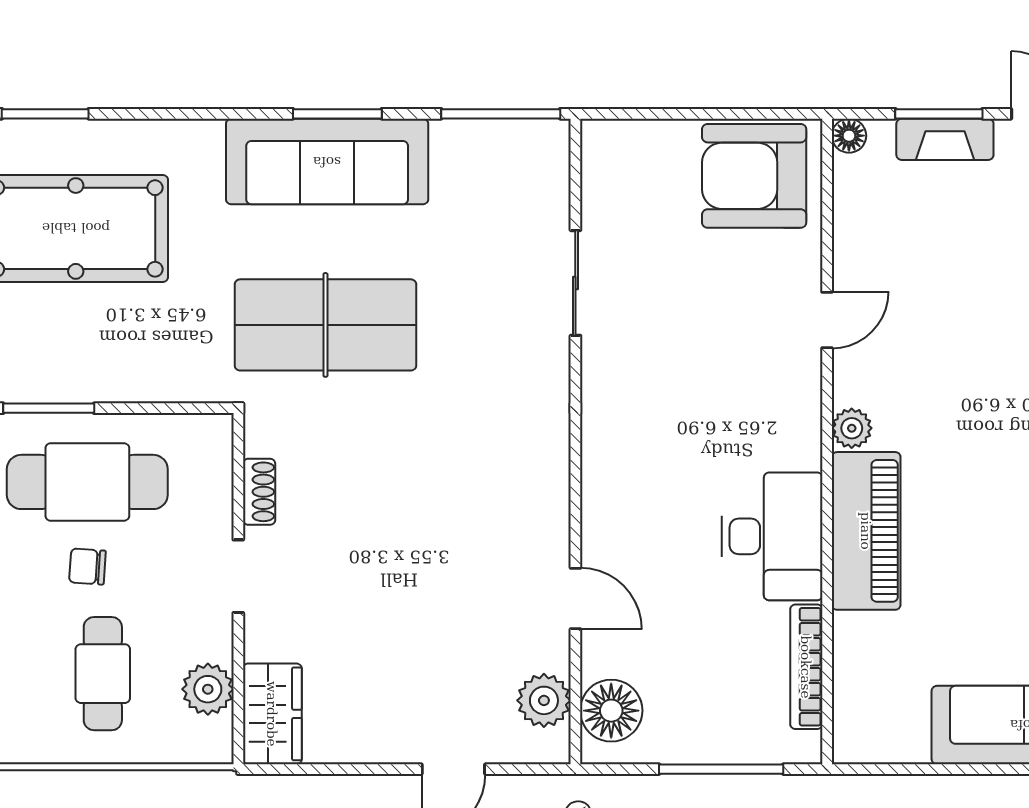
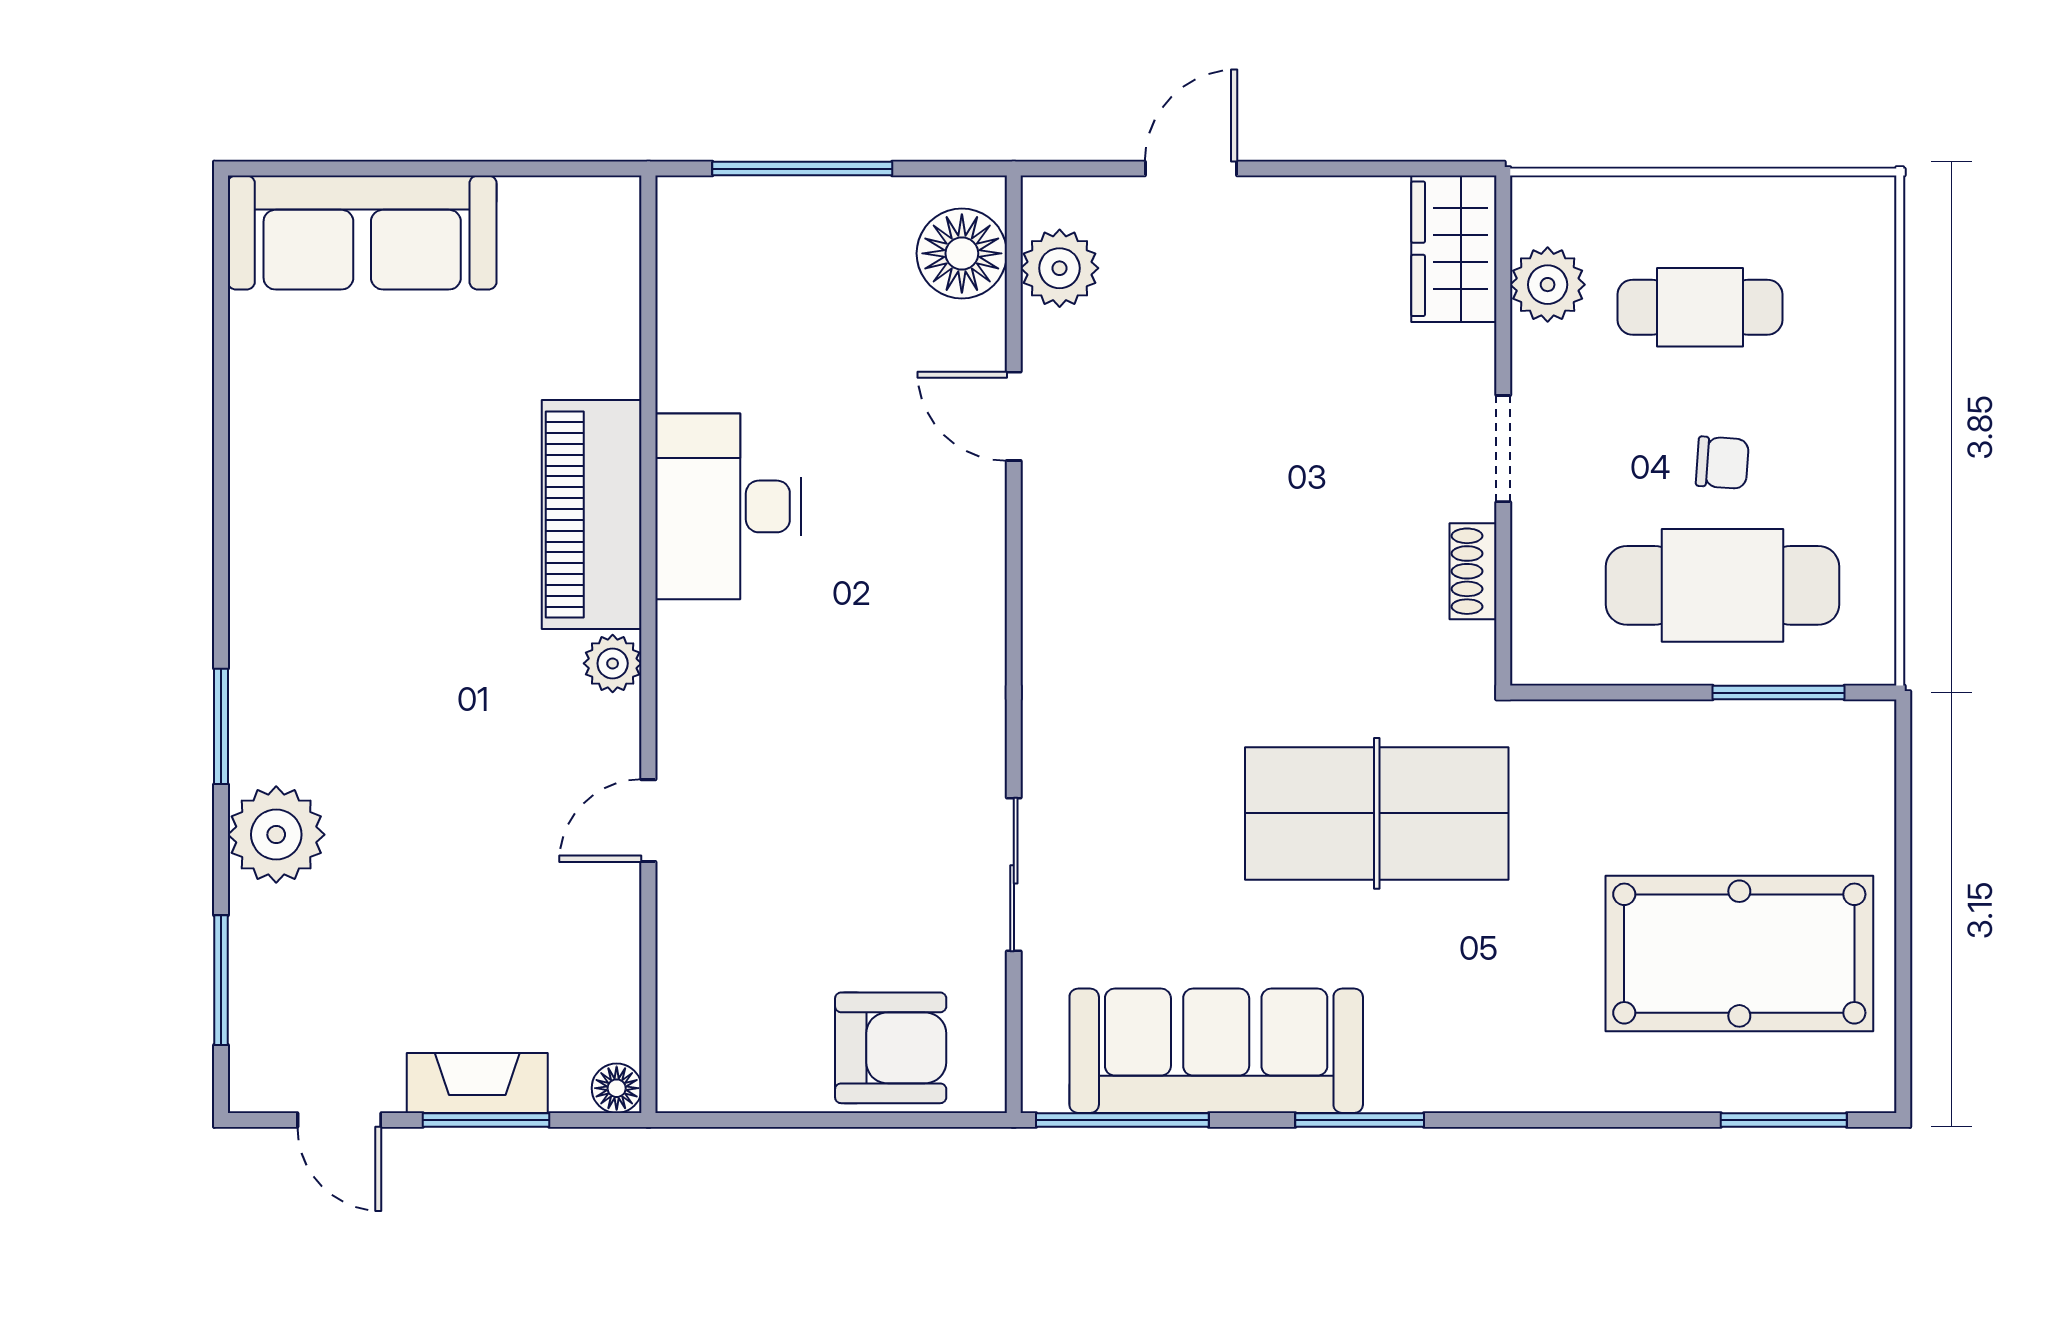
sofa: (327, 162) -> (1216, 1051), moved
armchair: (754, 176) -> (891, 1048), moved, width x0.73, depth x0.73
bookcase: (806, 667) -> (679, 317), removed
cafe table: (103, 674) -> (1700, 307), turned 90

